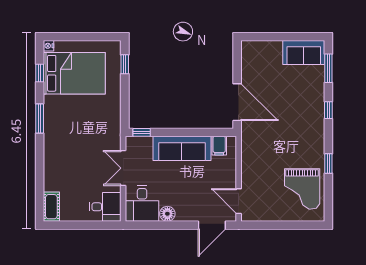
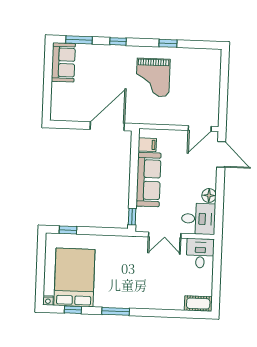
grand piano: (302, 189) -> (153, 78), moved, turned 90

